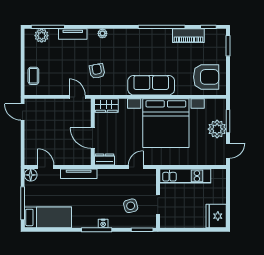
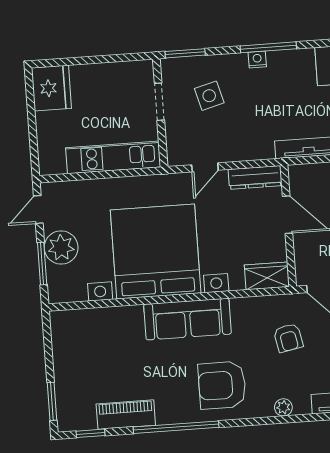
armchair: (206, 77) -> (222, 385), moved
dresser: (105, 160) -> (255, 177), width x1.44

